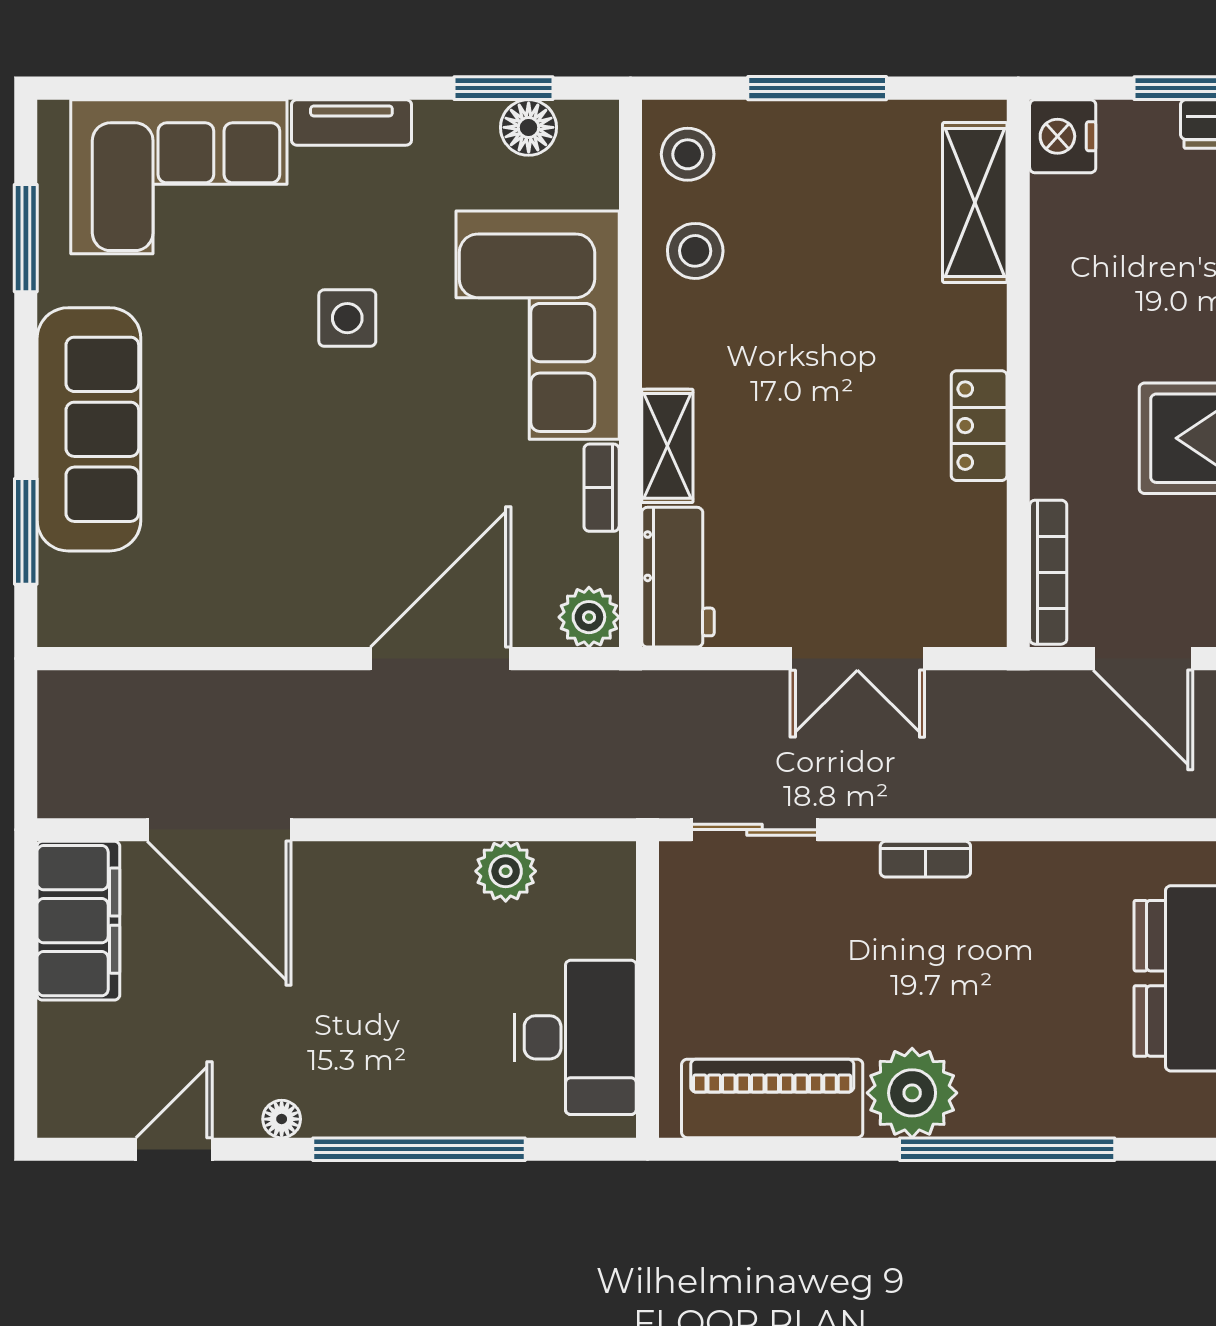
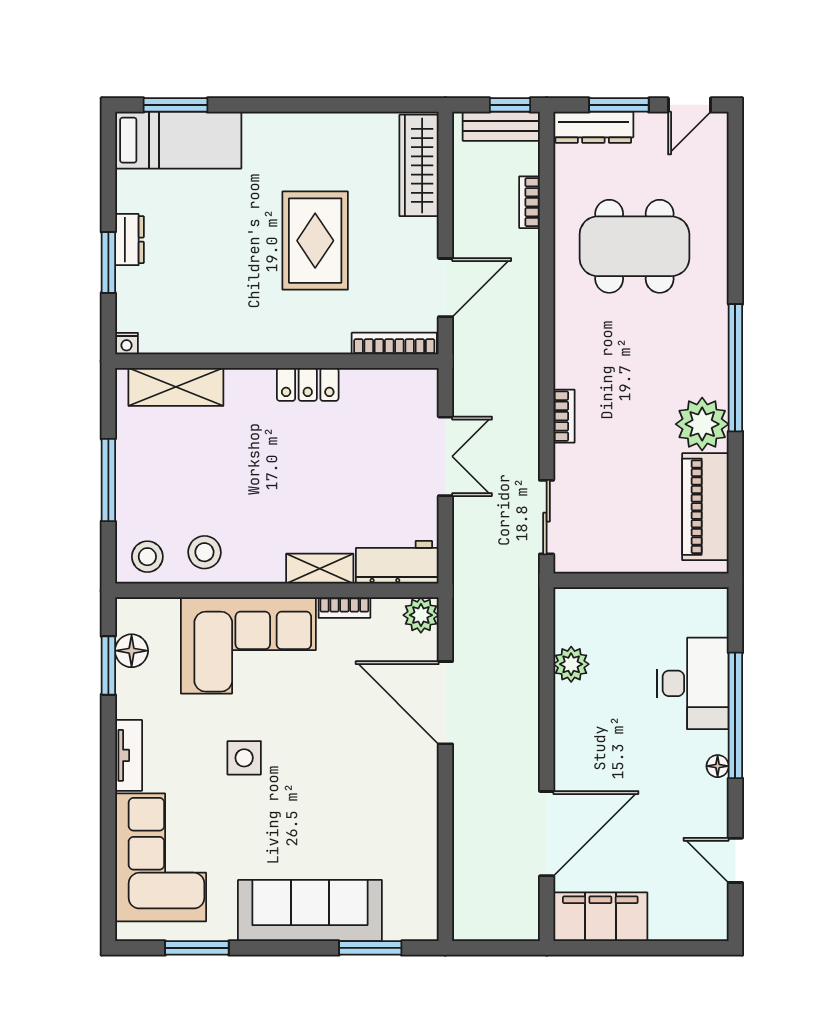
nightstand: (1063, 136) -> (127, 344), width x0.53, depth x0.56
desk: (575, 1037) -> (693, 683), moved, turned 90
floor lamp: (282, 1119) -> (718, 766), moved

